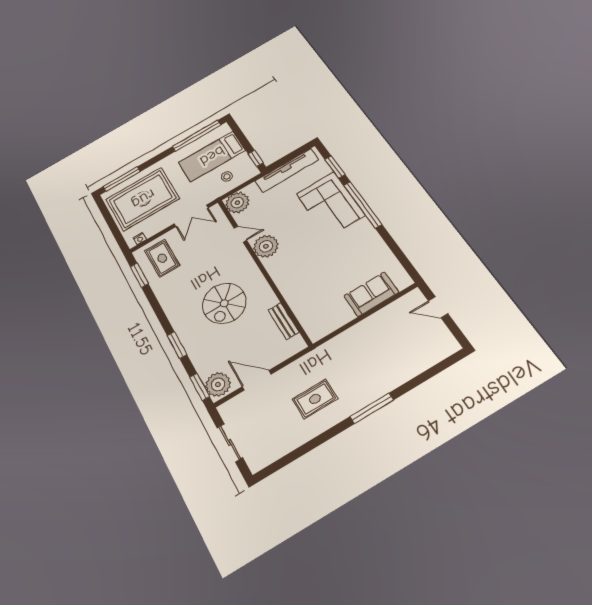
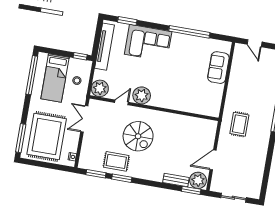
window: (363, 205) -> (189, 32), moved
double door: (191, 216) -> (84, 119), swing flipped
rug: (162, 258) -> (116, 161), moved
spiral stairs: (224, 303) -> (138, 136), moved
door: (438, 307) -> (255, 43), hinge flipped
bench: (284, 321) -> (176, 180), moved
window: (177, 345) -> (122, 178), moved
rug: (315, 399) -> (239, 124), moved

